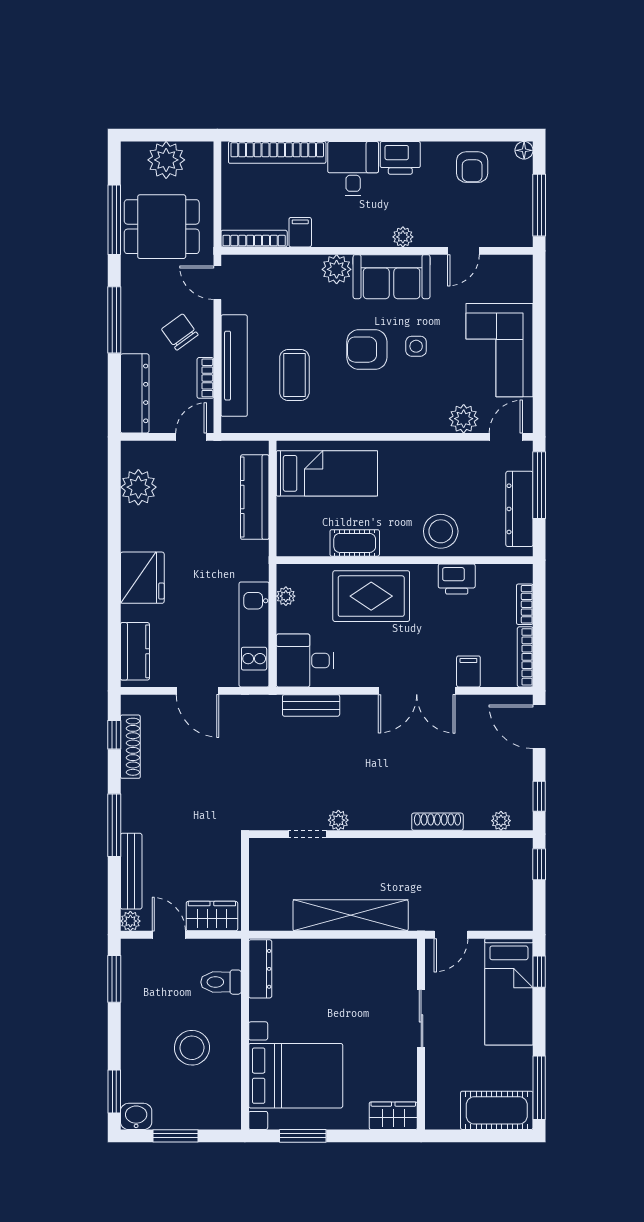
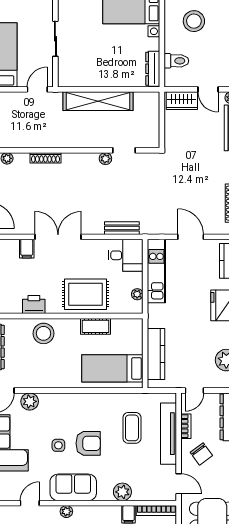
plant: (337, 269) -> (122, 492), moved

